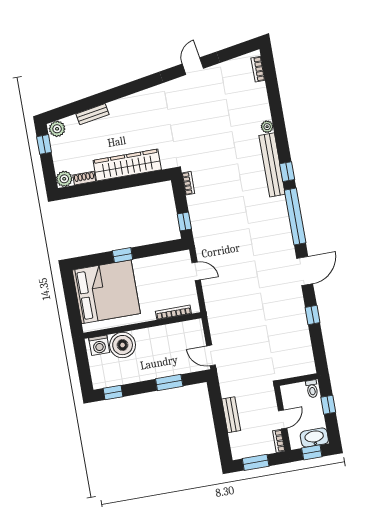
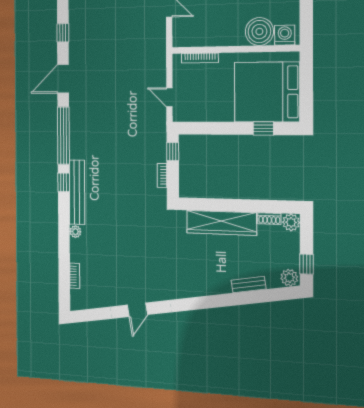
bookcase: (258, 69) -> (75, 276), moved
bookcase: (188, 183) -> (162, 175), moved
window: (123, 255) -> (263, 128), moved

